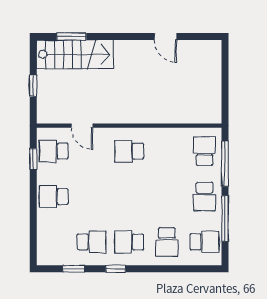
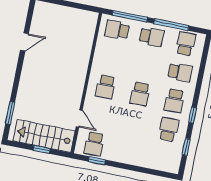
stairs: (75, 54) -> (44, 136), moved, turned -90
door: (82, 126) -> (79, 119), hinge flipped
school desk: (54, 197) -> (140, 94), moved

